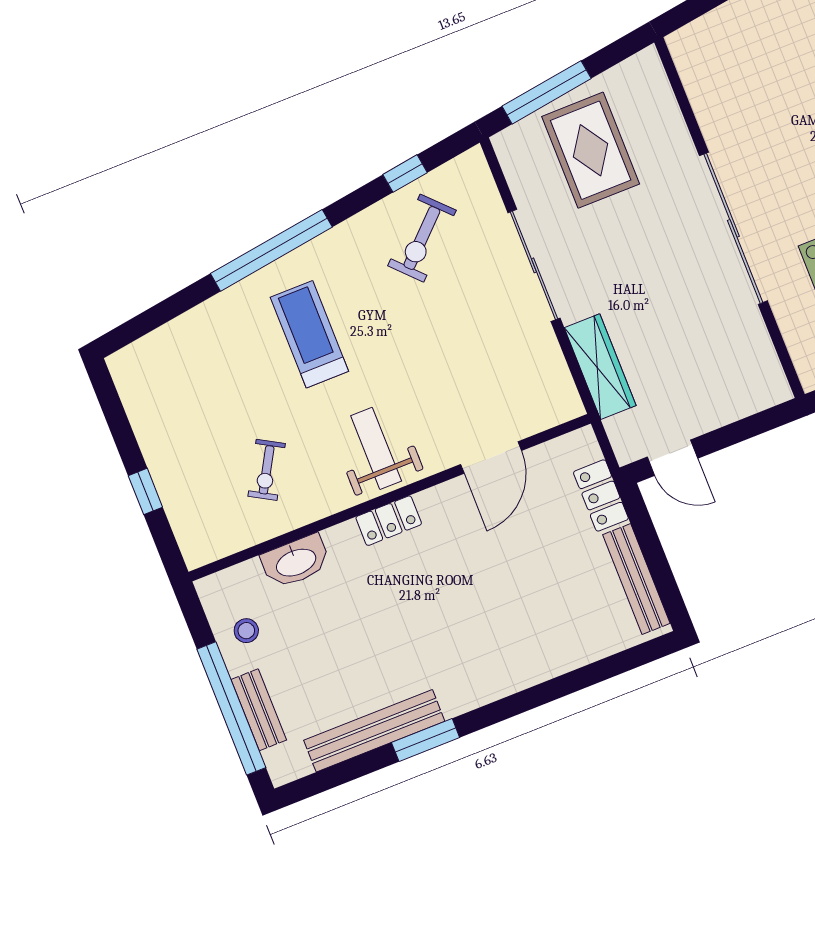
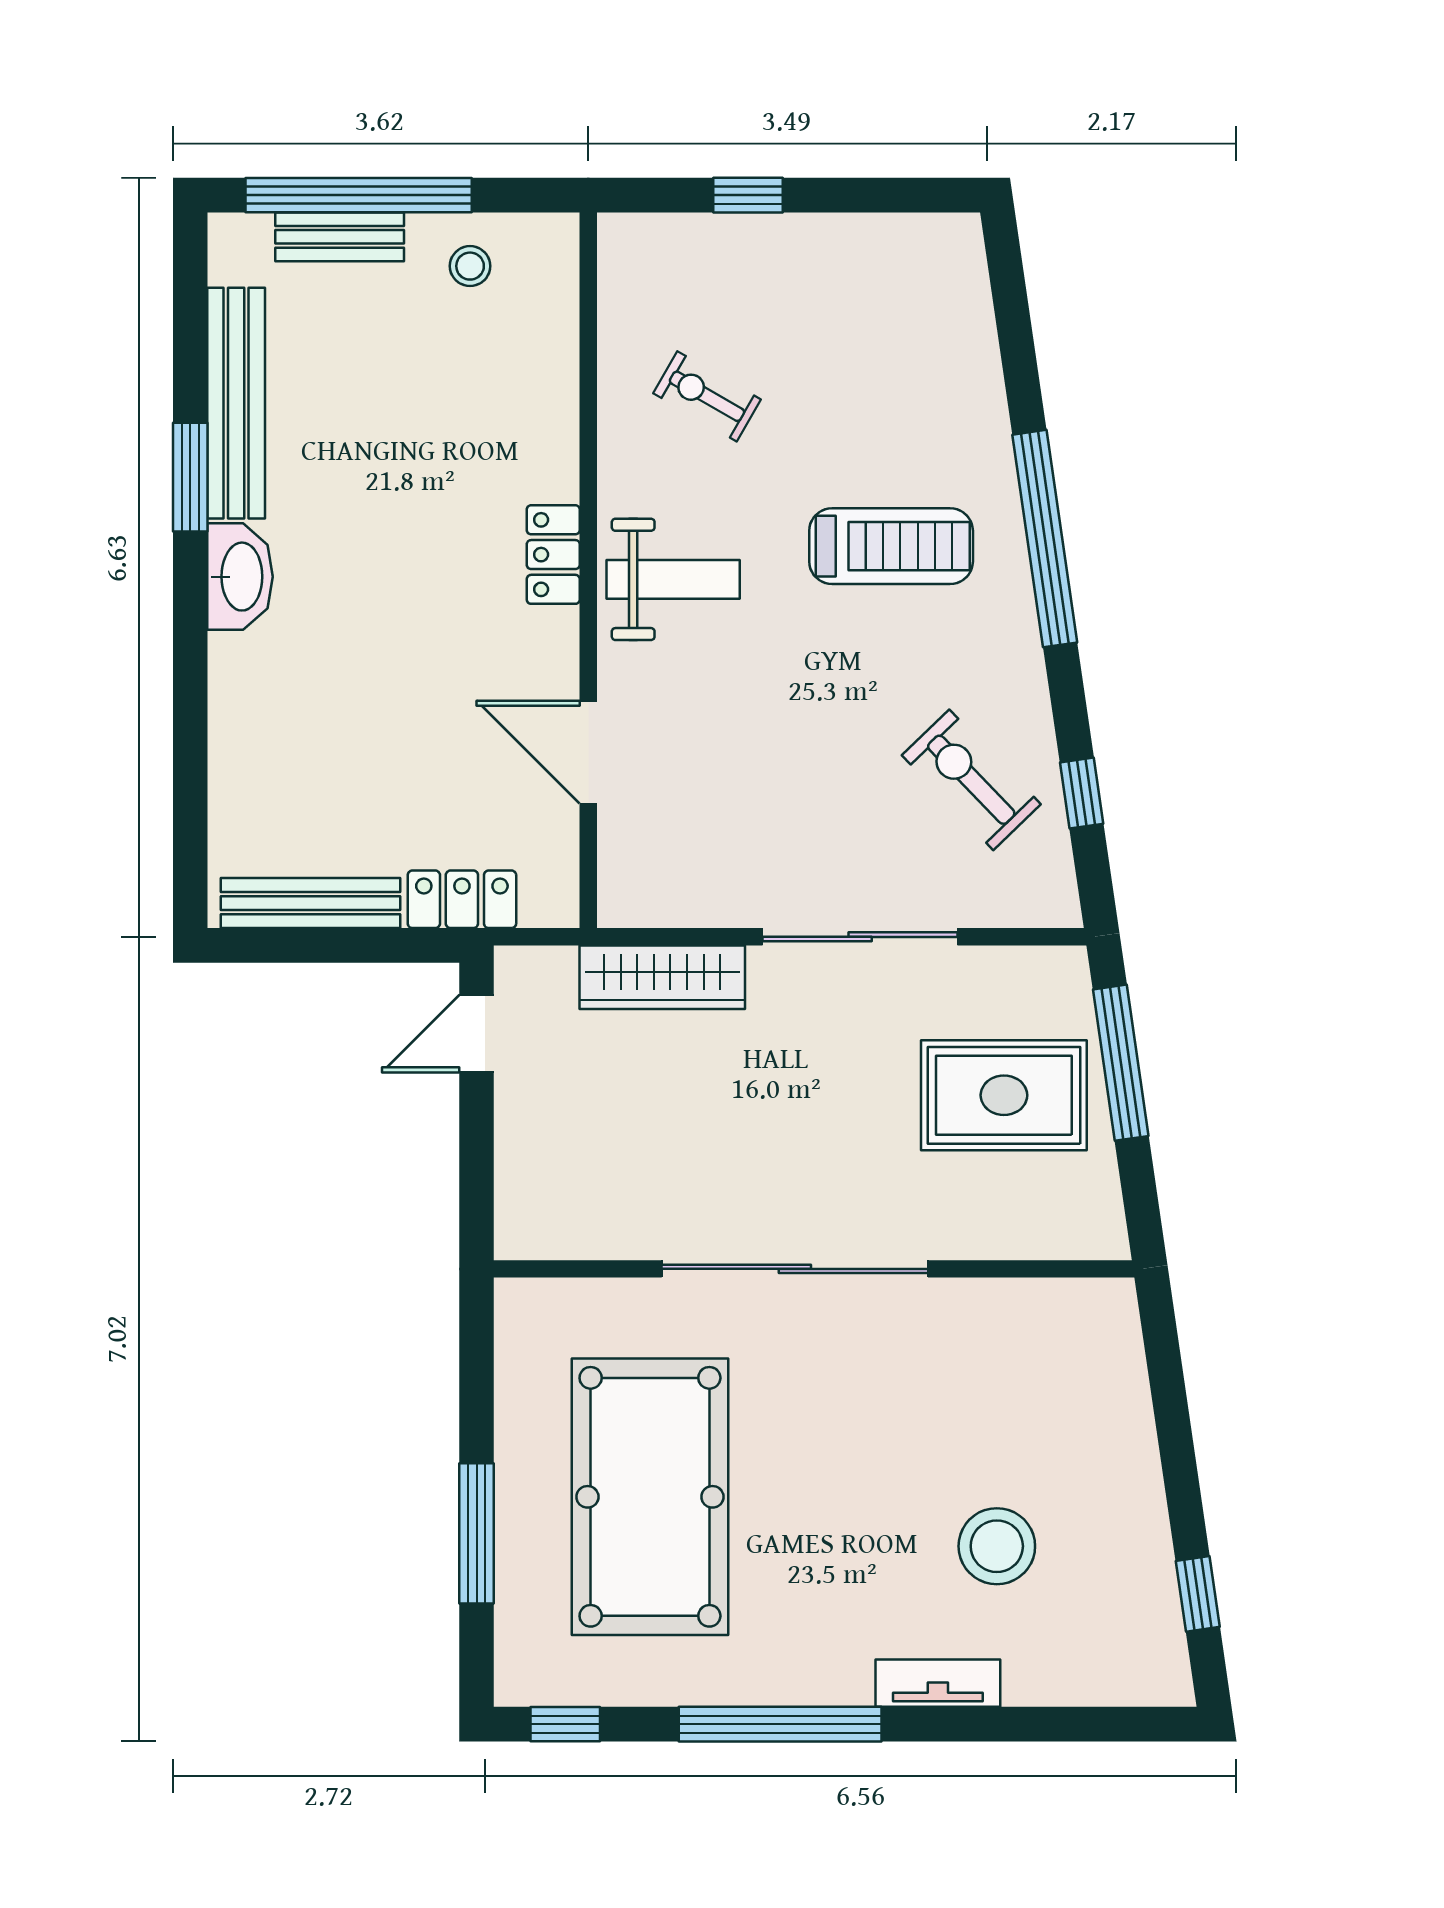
washbasin: (296, 561) -> (240, 577), moved, turned 180

